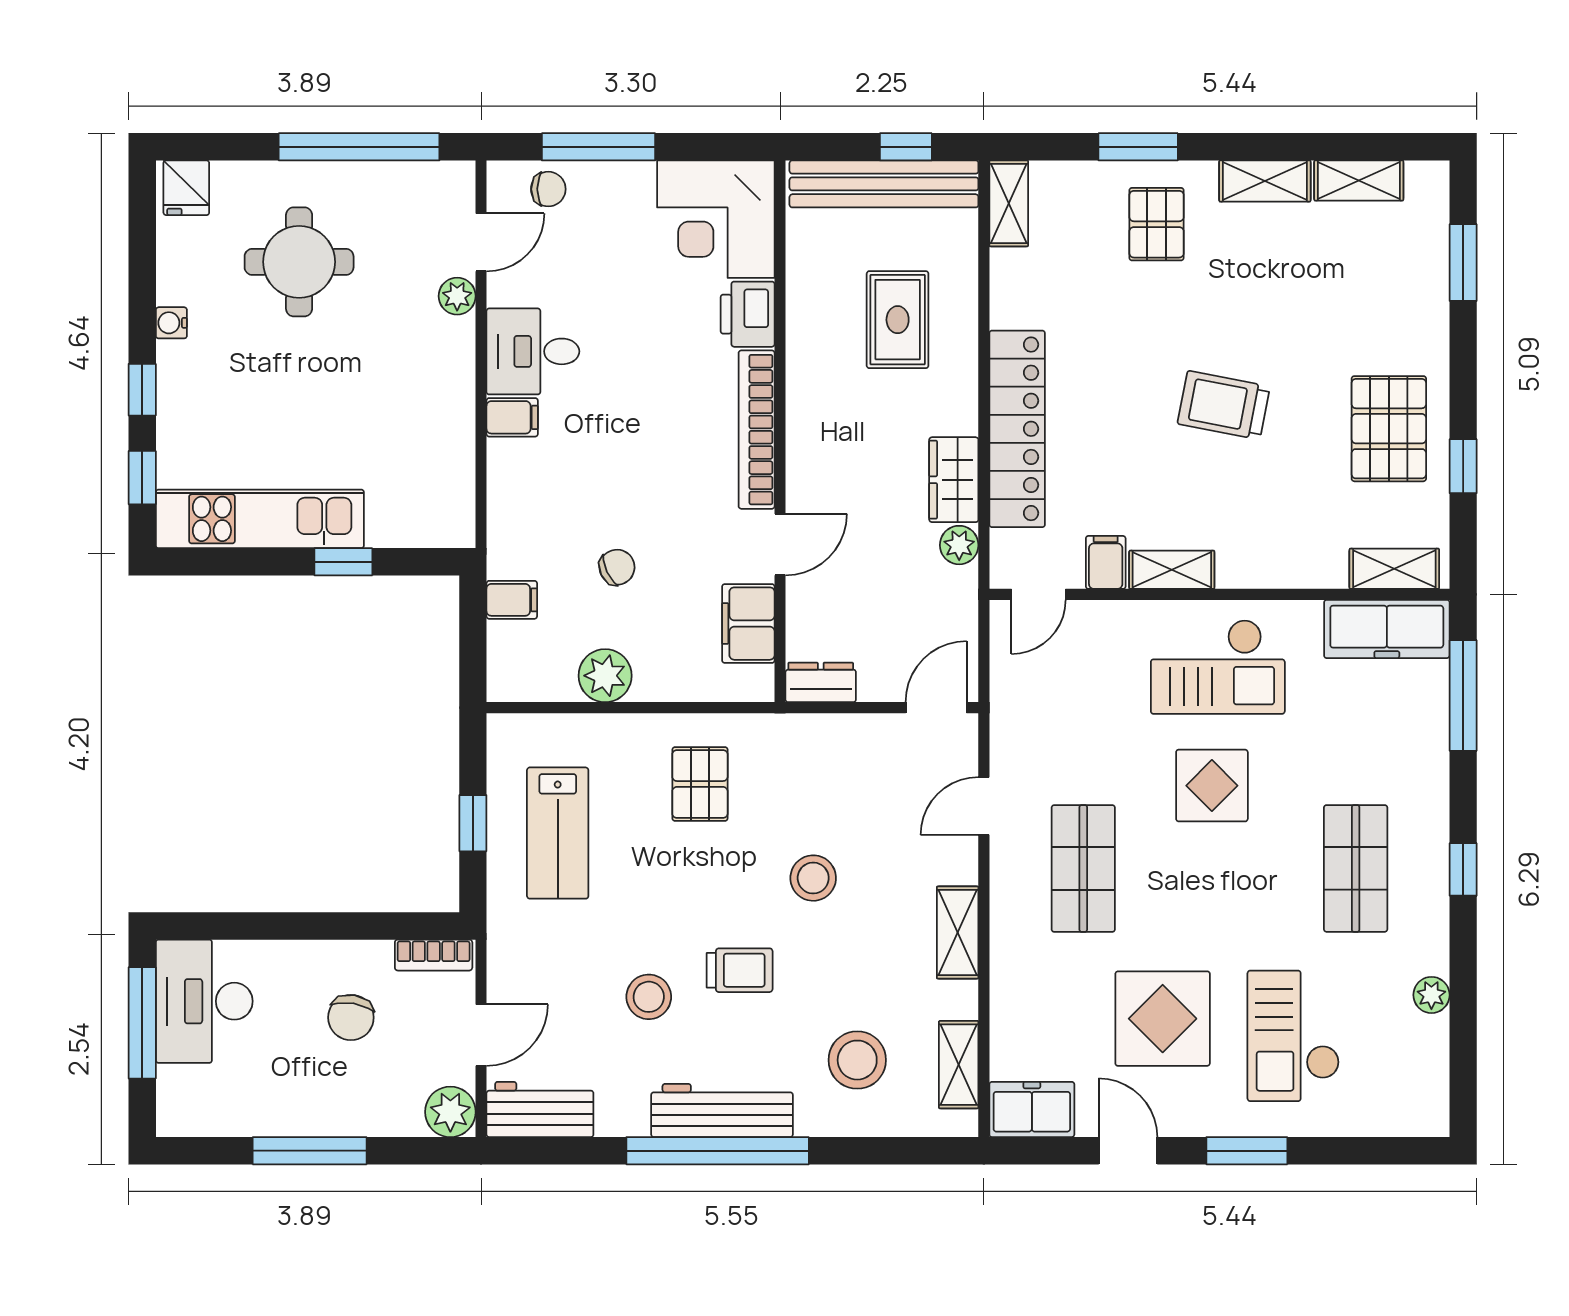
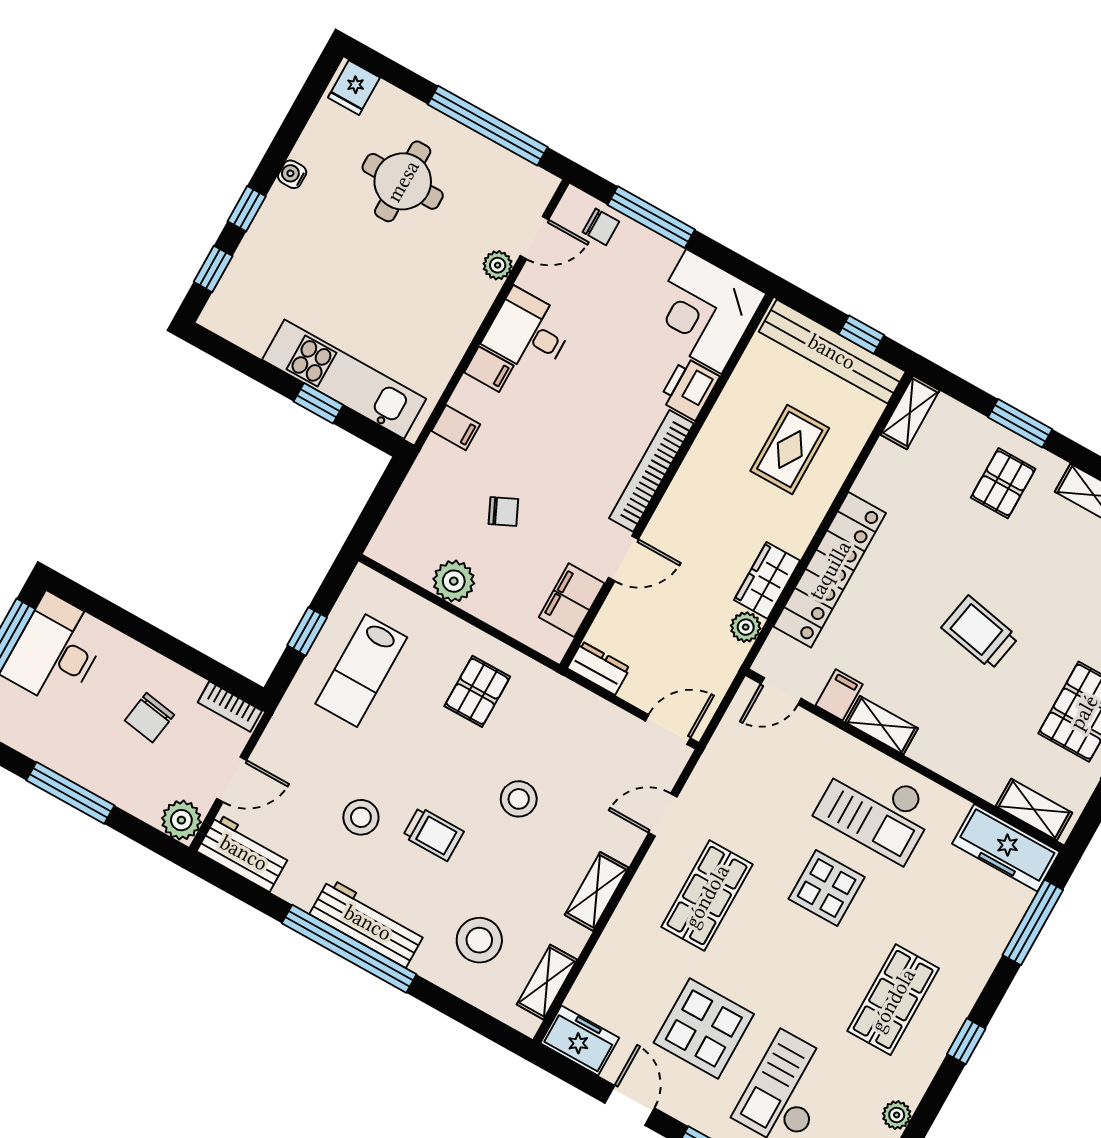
kitchen unit: (260, 519) -> (344, 379), moved
filing cabinet: (512, 600) -> (456, 428), moved

